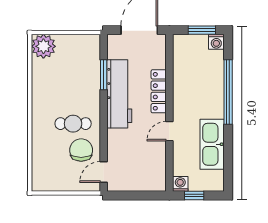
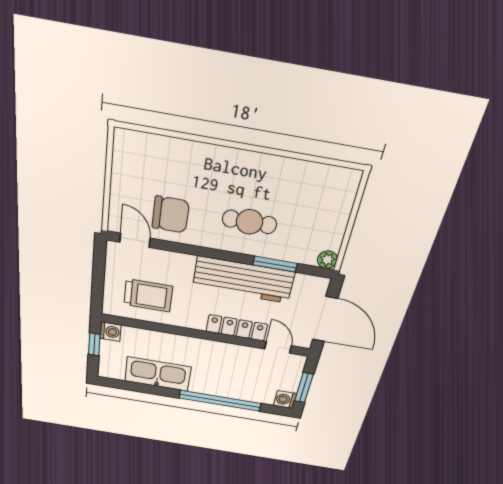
plant: (43, 46) -> (327, 260), moved, width x0.53, depth x0.53
cafe table: (73, 124) -> (249, 222), moved, turned 90
door: (169, 131) -> (278, 347), moved
trolley: (144, 159) -> (148, 295), added

